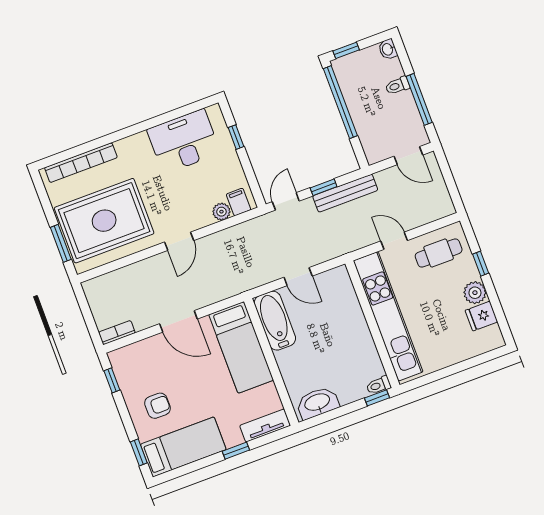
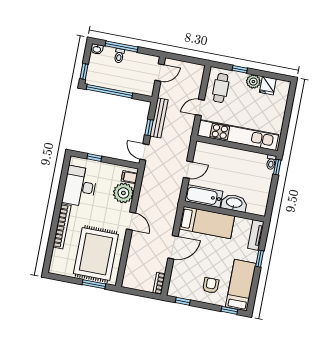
window: (419, 99) -> (121, 46), moved
bookcase: (81, 163) -> (62, 226), moved
plant: (221, 212) -> (123, 193), width x1.87, depth x1.87
washbasin: (317, 403) -> (234, 203), moved, turned 90

